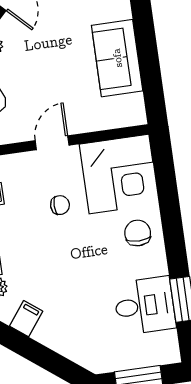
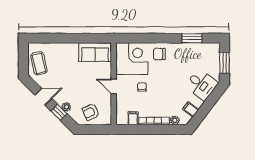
sofa: (117, 58) -> (95, 52), moved
desk: (144, 306) -> (201, 85), moved, turned 127

